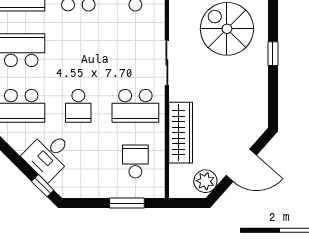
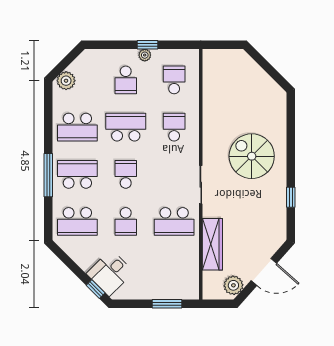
window: (273, 54) -> (291, 197), moved
desk: (49, 155) -> (110, 273), moved
school desk: (135, 162) -> (126, 174), moved

